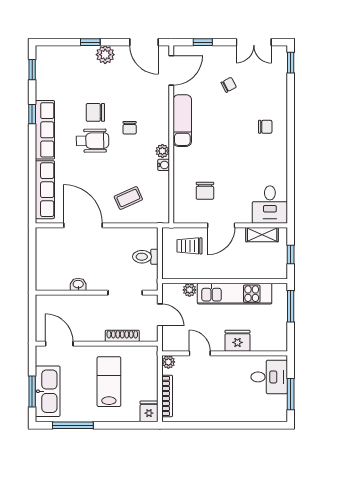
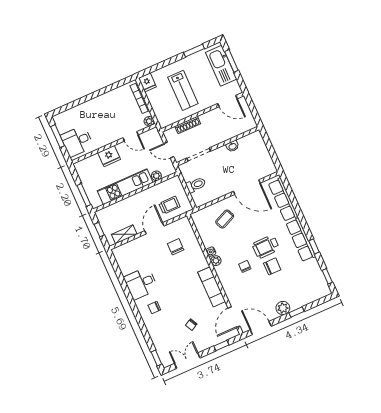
desk: (270, 205) -> (141, 283), moved, turned -90
window: (73, 425) -> (194, 50), width x0.69

